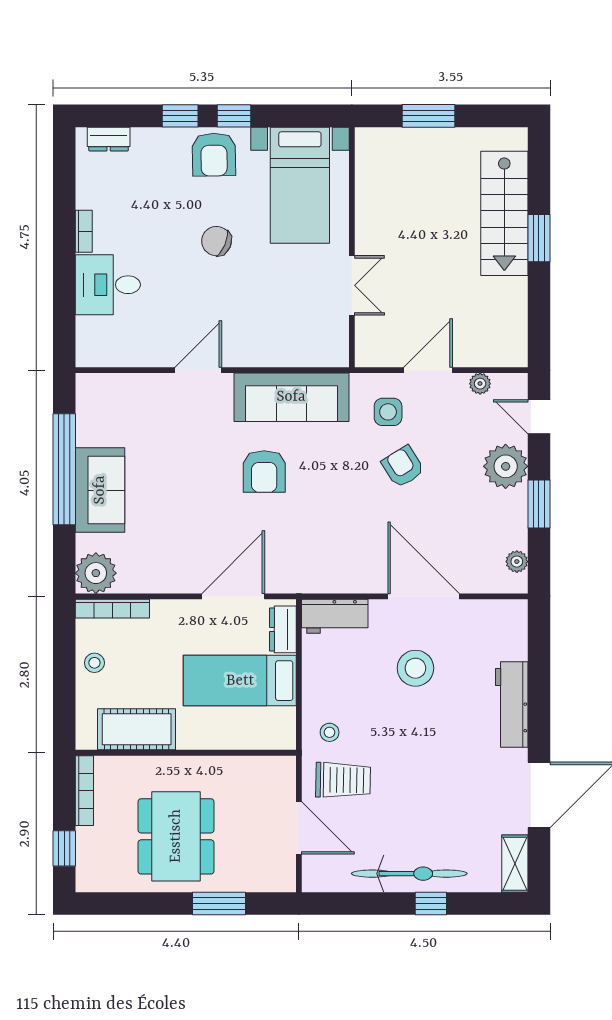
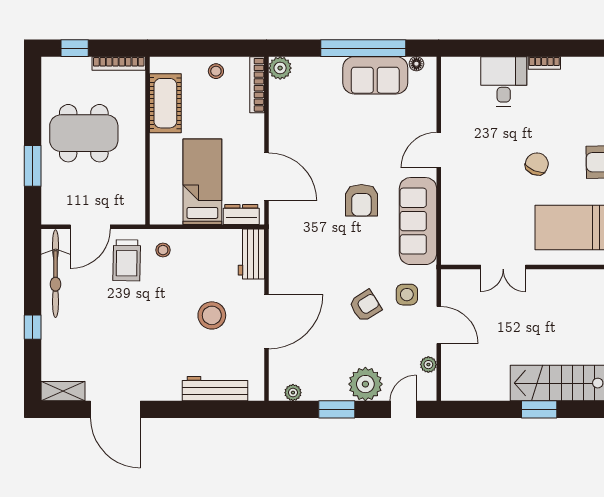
door: (198, 370) -> (439, 150), swing flipped
floor lamp: (85, 399) -> (416, 64), added
armchair: (264, 472) -> (361, 200), turned -90
sofa: (100, 490) -> (375, 75), moved
plant: (96, 573) -> (280, 68), width x0.73, depth x0.73
workbench: (512, 705) -> (215, 389), moved
bicycle: (409, 874) -> (56, 274), moved

